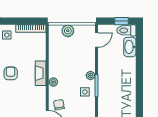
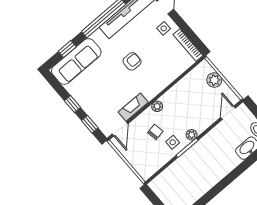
door: (96, 40) -> (228, 113), swing flipped
fireplace: (41, 73) -> (133, 107), moved
chair: (59, 105) -> (155, 132), moved

